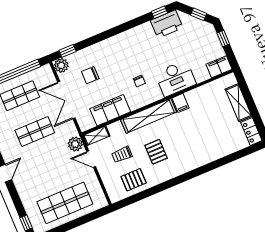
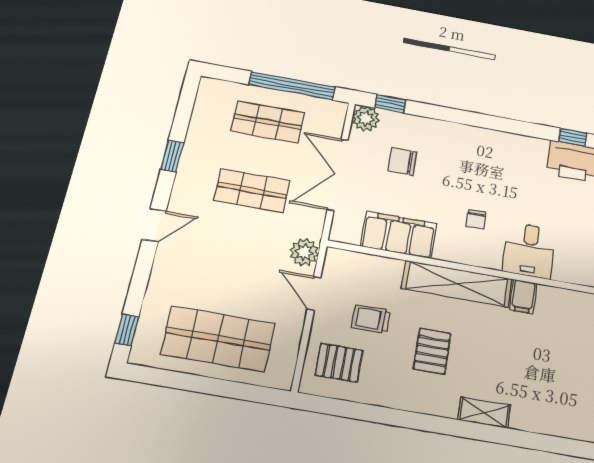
desk: (175, 78) -> (529, 250), width x0.73
shelving: (96, 136) -> (484, 413), moved
pallet: (134, 180) -> (339, 363), moved

